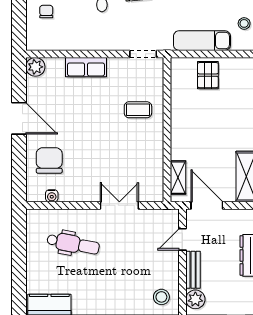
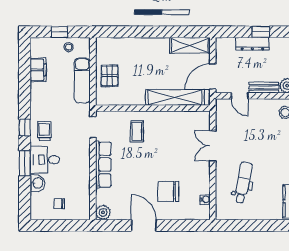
row of seats: (86, 67) -> (103, 165), width x1.48
pallet: (208, 75) -> (110, 76), turned 90
door: (19, 118) -> (144, 225), hinge flipped
chair: (49, 160) -> (168, 191), moved
shelving: (178, 178) -> (175, 97), width x2.20, depth x1.33

